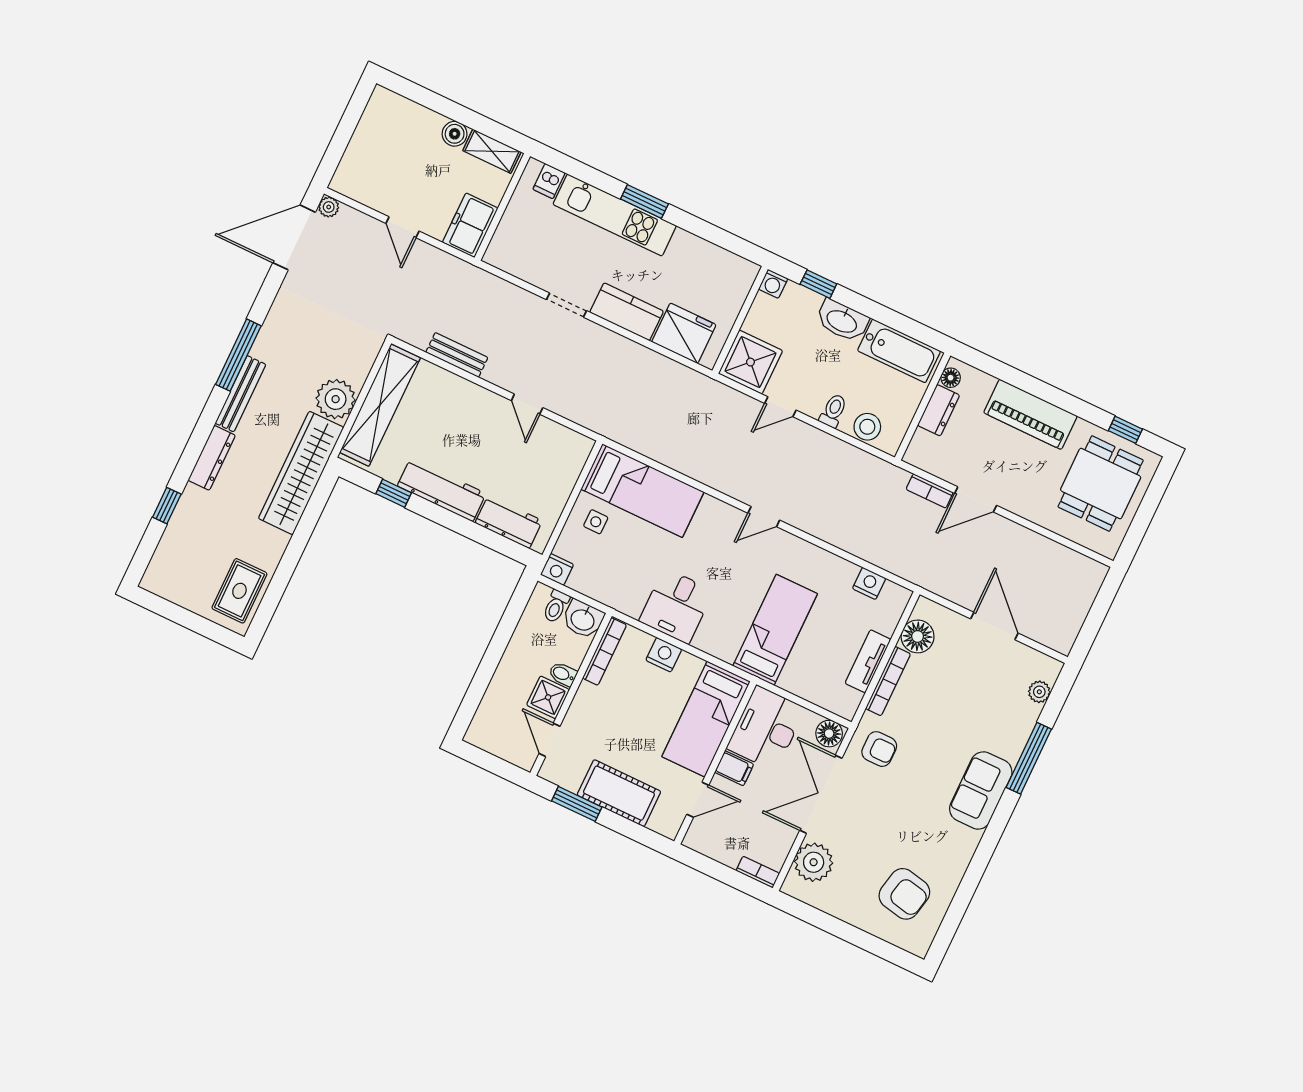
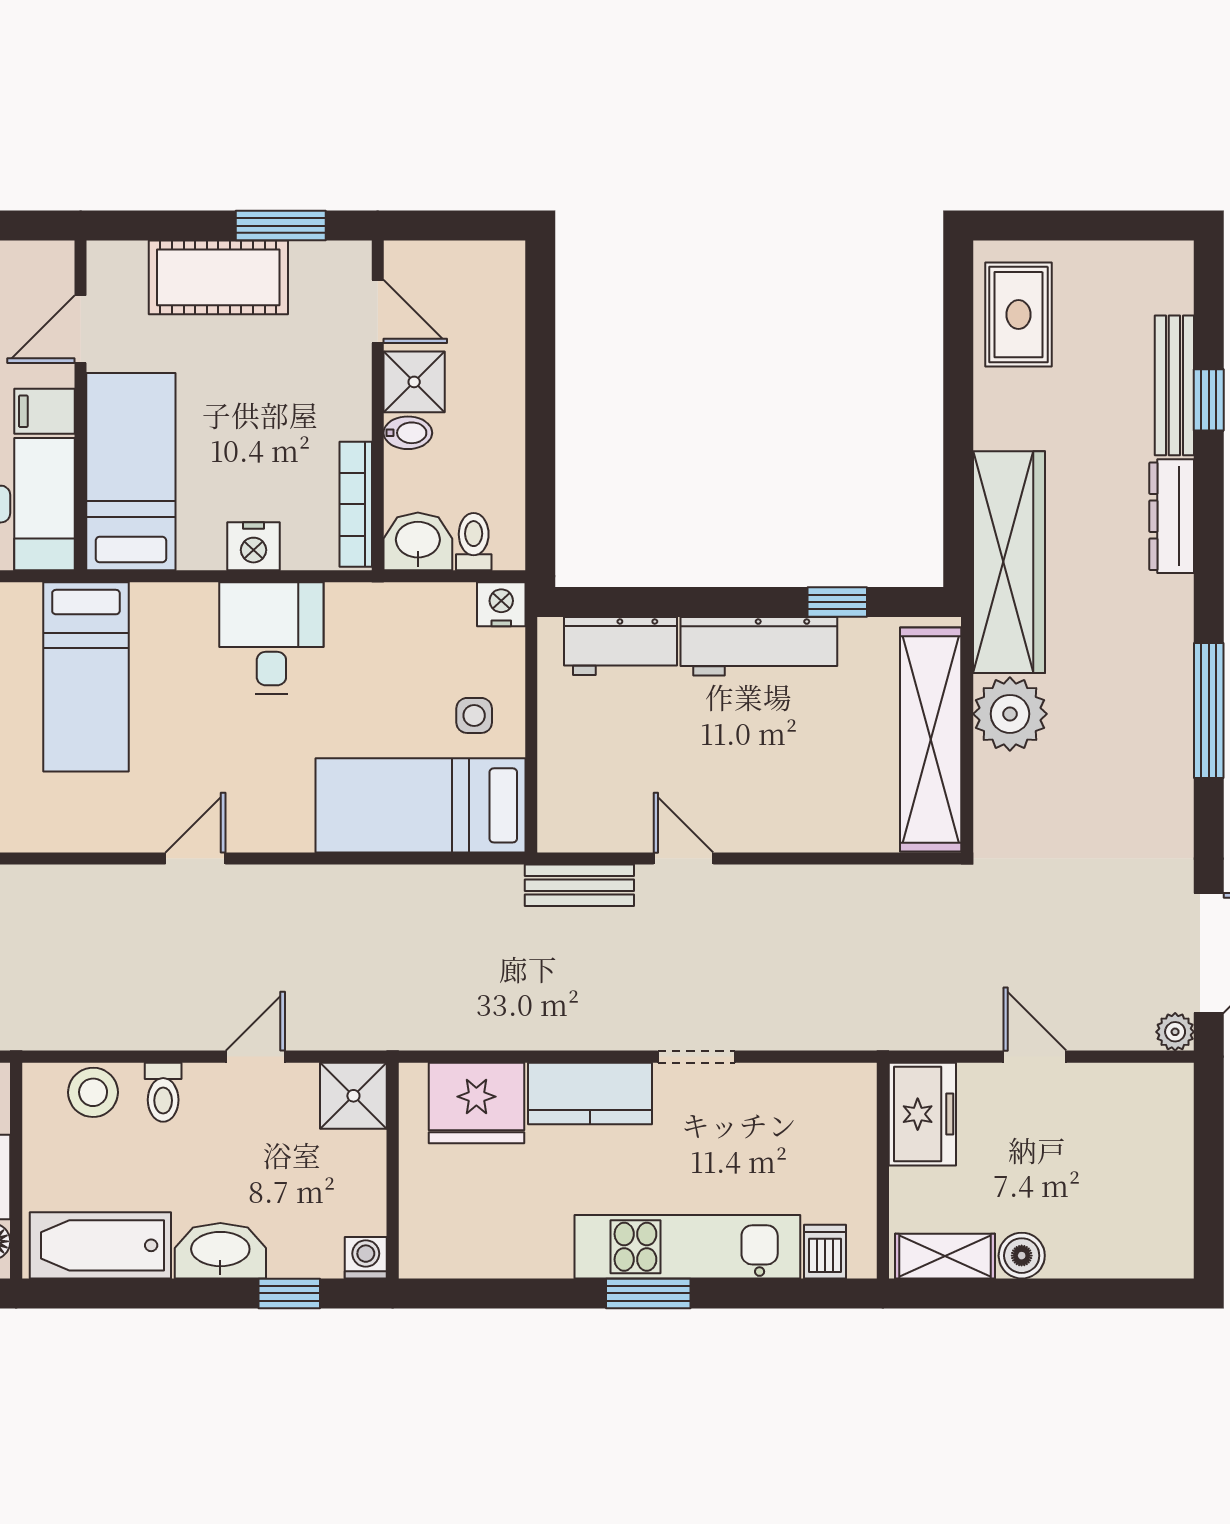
bench: (457, 355) -> (579, 885), moved
shower: (750, 362) -> (353, 1096), width x0.73, depth x0.73
bench: (240, 394) -> (1174, 385), moved

